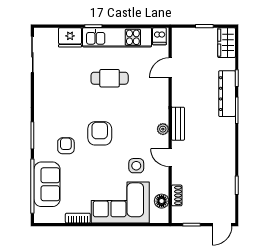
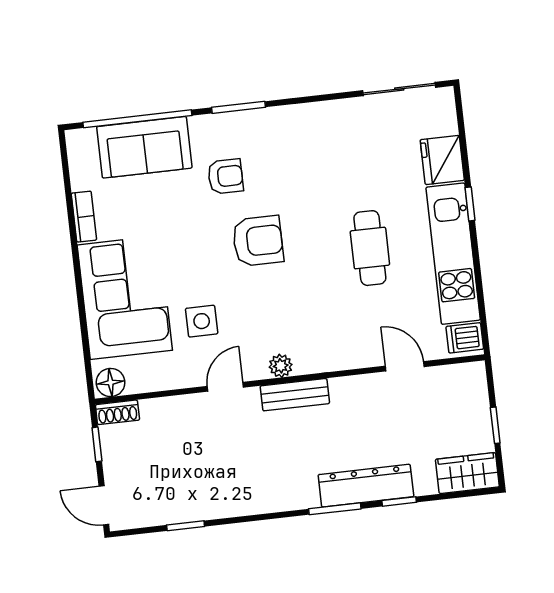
shoe rack: (177, 195) -> (117, 412), moved
floor lamp: (162, 201) -> (111, 383), moved

